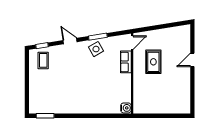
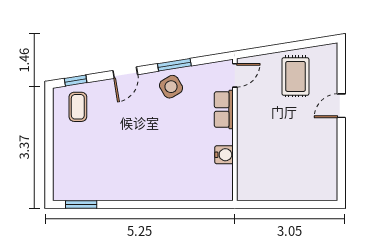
door: (70, 41) -> (125, 73), swing flipped
rug: (153, 62) -> (295, 76), moved
water cooler: (126, 108) -> (224, 155), moved

